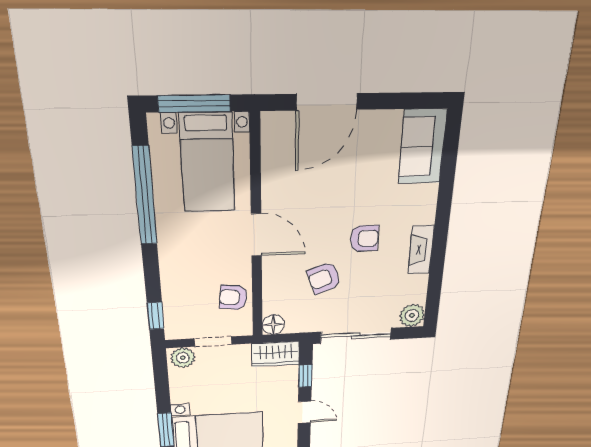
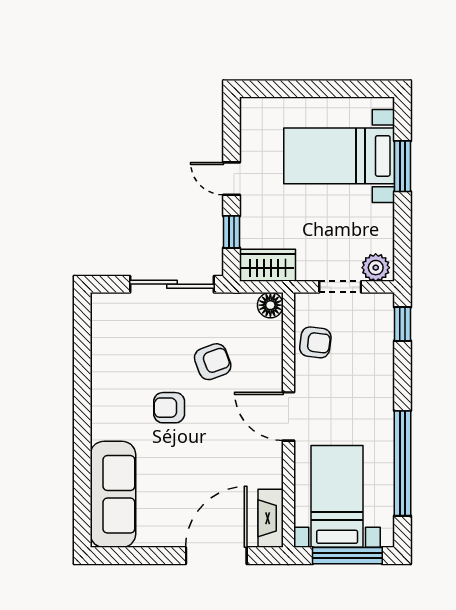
sofa: (422, 147) -> (113, 494), width x1.36
fireplace: (421, 250) -> (271, 518), moved, turned 180
plant: (412, 315) -> (106, 308), removed

